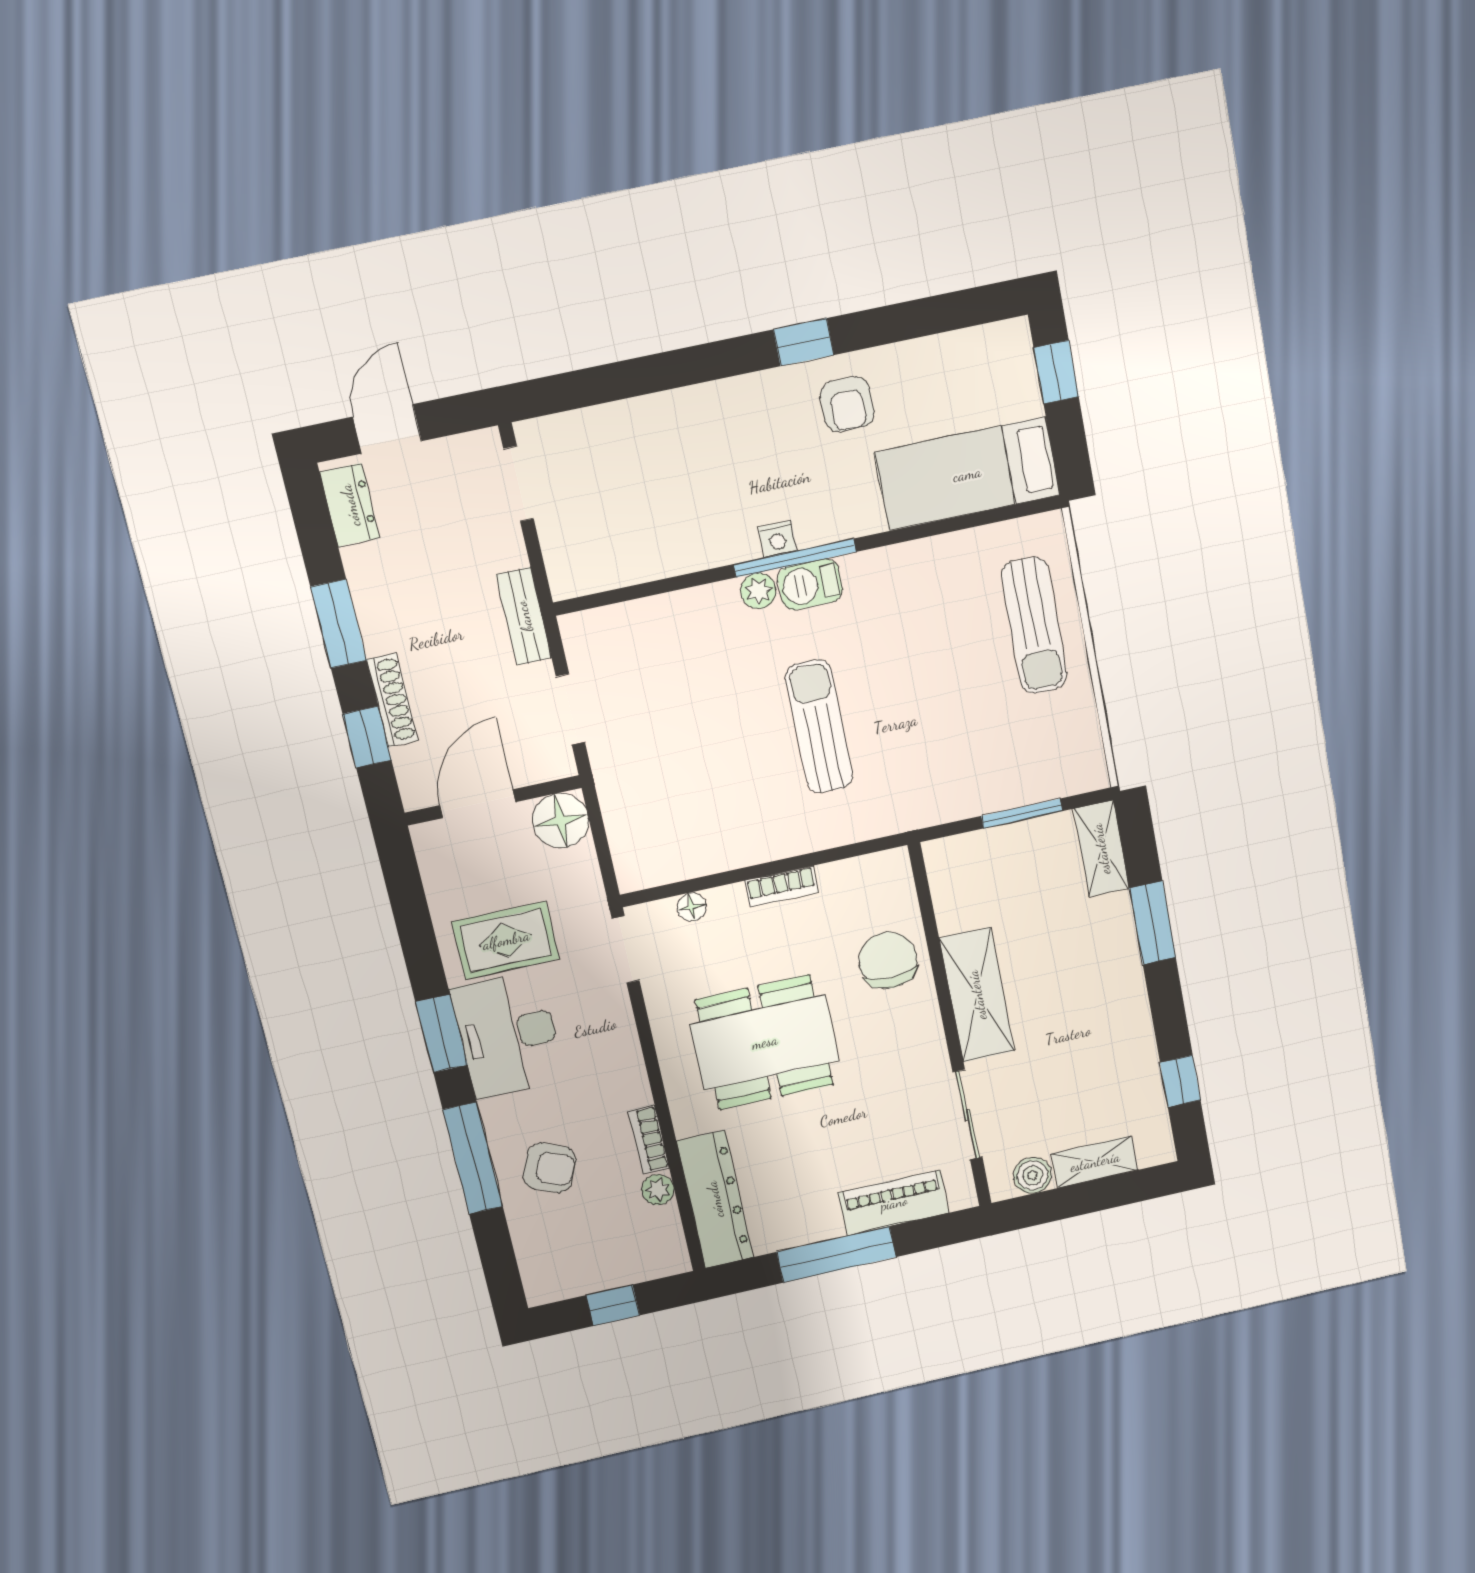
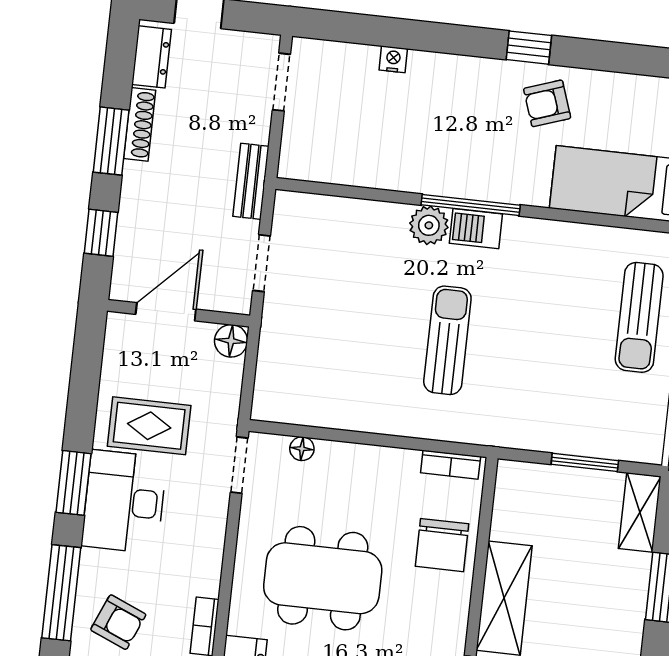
armchair: (847, 404) -> (547, 103), turned 71
nightstand: (777, 539) -> (393, 59), moved, turned 180
plant: (758, 591) -> (429, 225), width x1.38, depth x1.38
shoe rack: (392, 700) -> (140, 124), moved
floor lamp: (561, 821) -> (231, 341), width x0.73, depth x0.73
bookcase: (782, 887) -> (451, 465), moved
chair: (888, 960) -> (442, 545), turned 180

